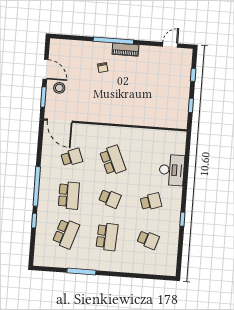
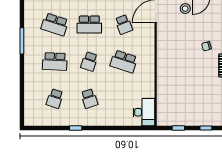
school desk: (113, 160) -> (124, 62), turned 42
desk: (172, 170) -> (144, 112), moved, turned -90

